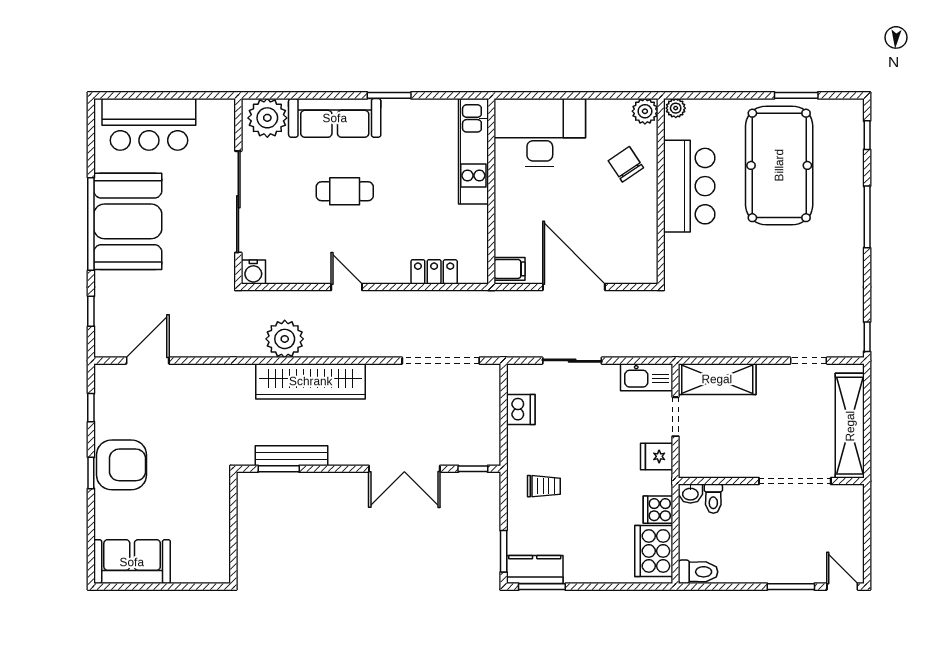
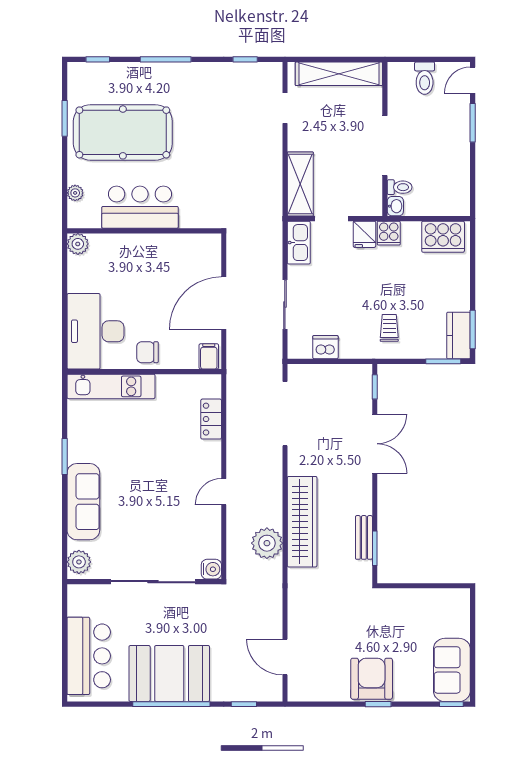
plant: (676, 108) -> (75, 193), moved
plant: (267, 118) -> (79, 562), width x0.73, depth x0.73
chair: (626, 164) -> (147, 352), moved, turned 34
cafe table: (345, 191) -> (144, 493), removed
window: (867, 337) -> (245, 59), moved
window: (91, 408) -> (451, 704), moved
bench: (292, 456) -> (364, 537), width x0.73
doorway: (795, 481) -> (385, 146), moved
cooker: (658, 510) -> (389, 233), moved
toilet: (698, 572) -> (425, 78), moved, turned 180

